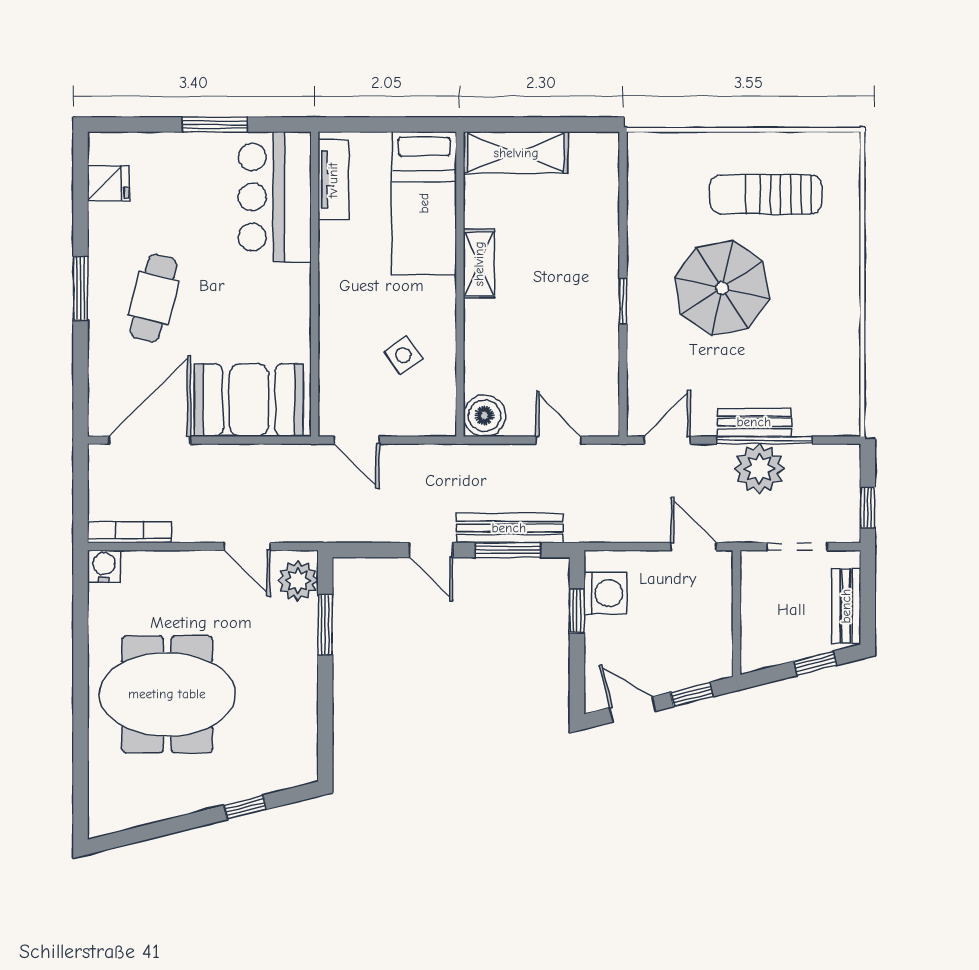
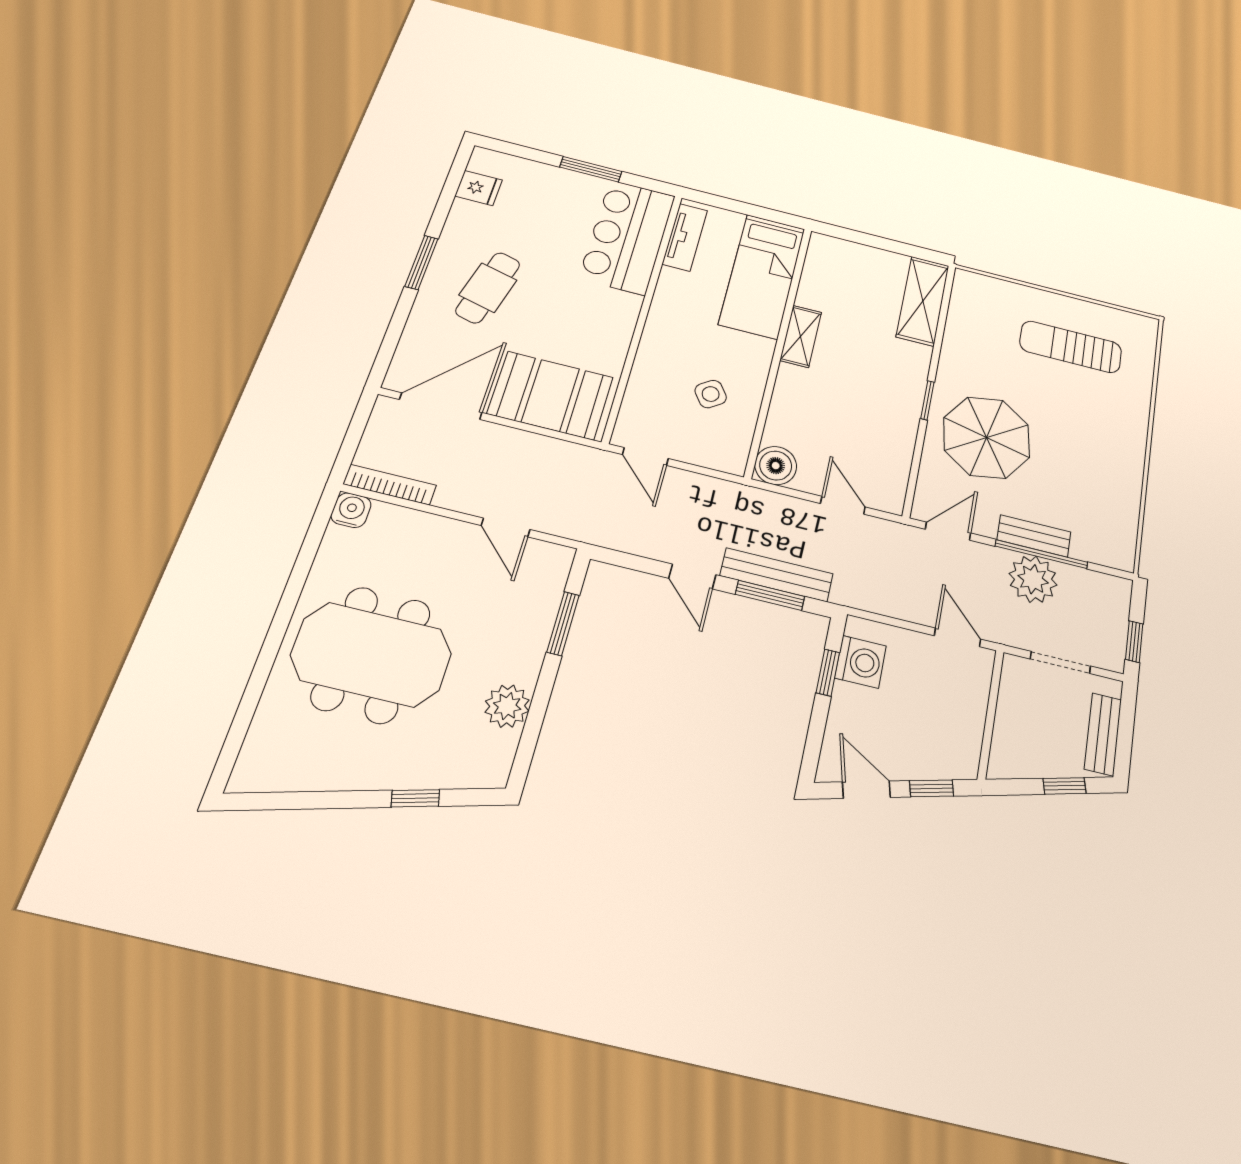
shelving: (516, 153) -> (923, 301), moved, turned 90
parasol: (722, 288) -> (986, 437), moved
plant: (298, 581) -> (507, 706), moved

